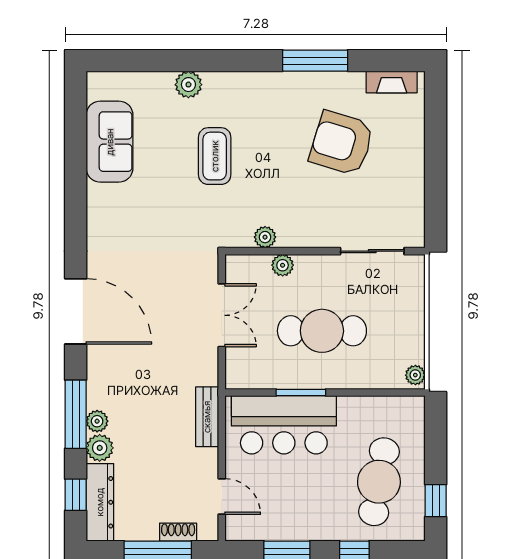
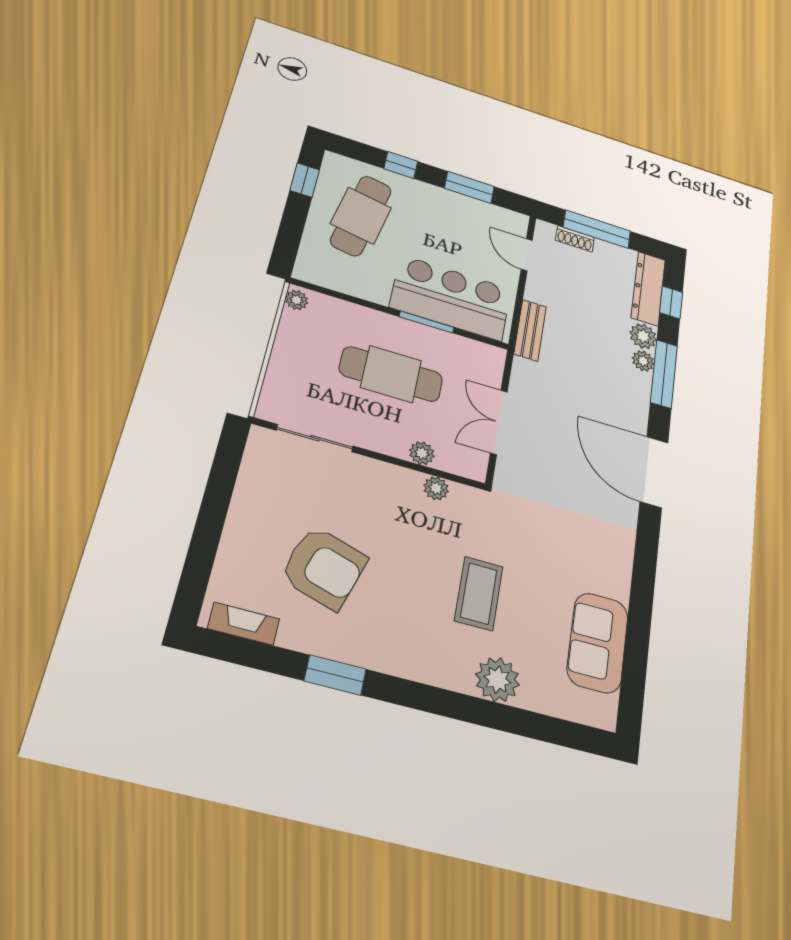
window: (315, 61) -> (335, 675), width x0.69
plant: (188, 85) -> (497, 680), width x1.36, depth x1.36

